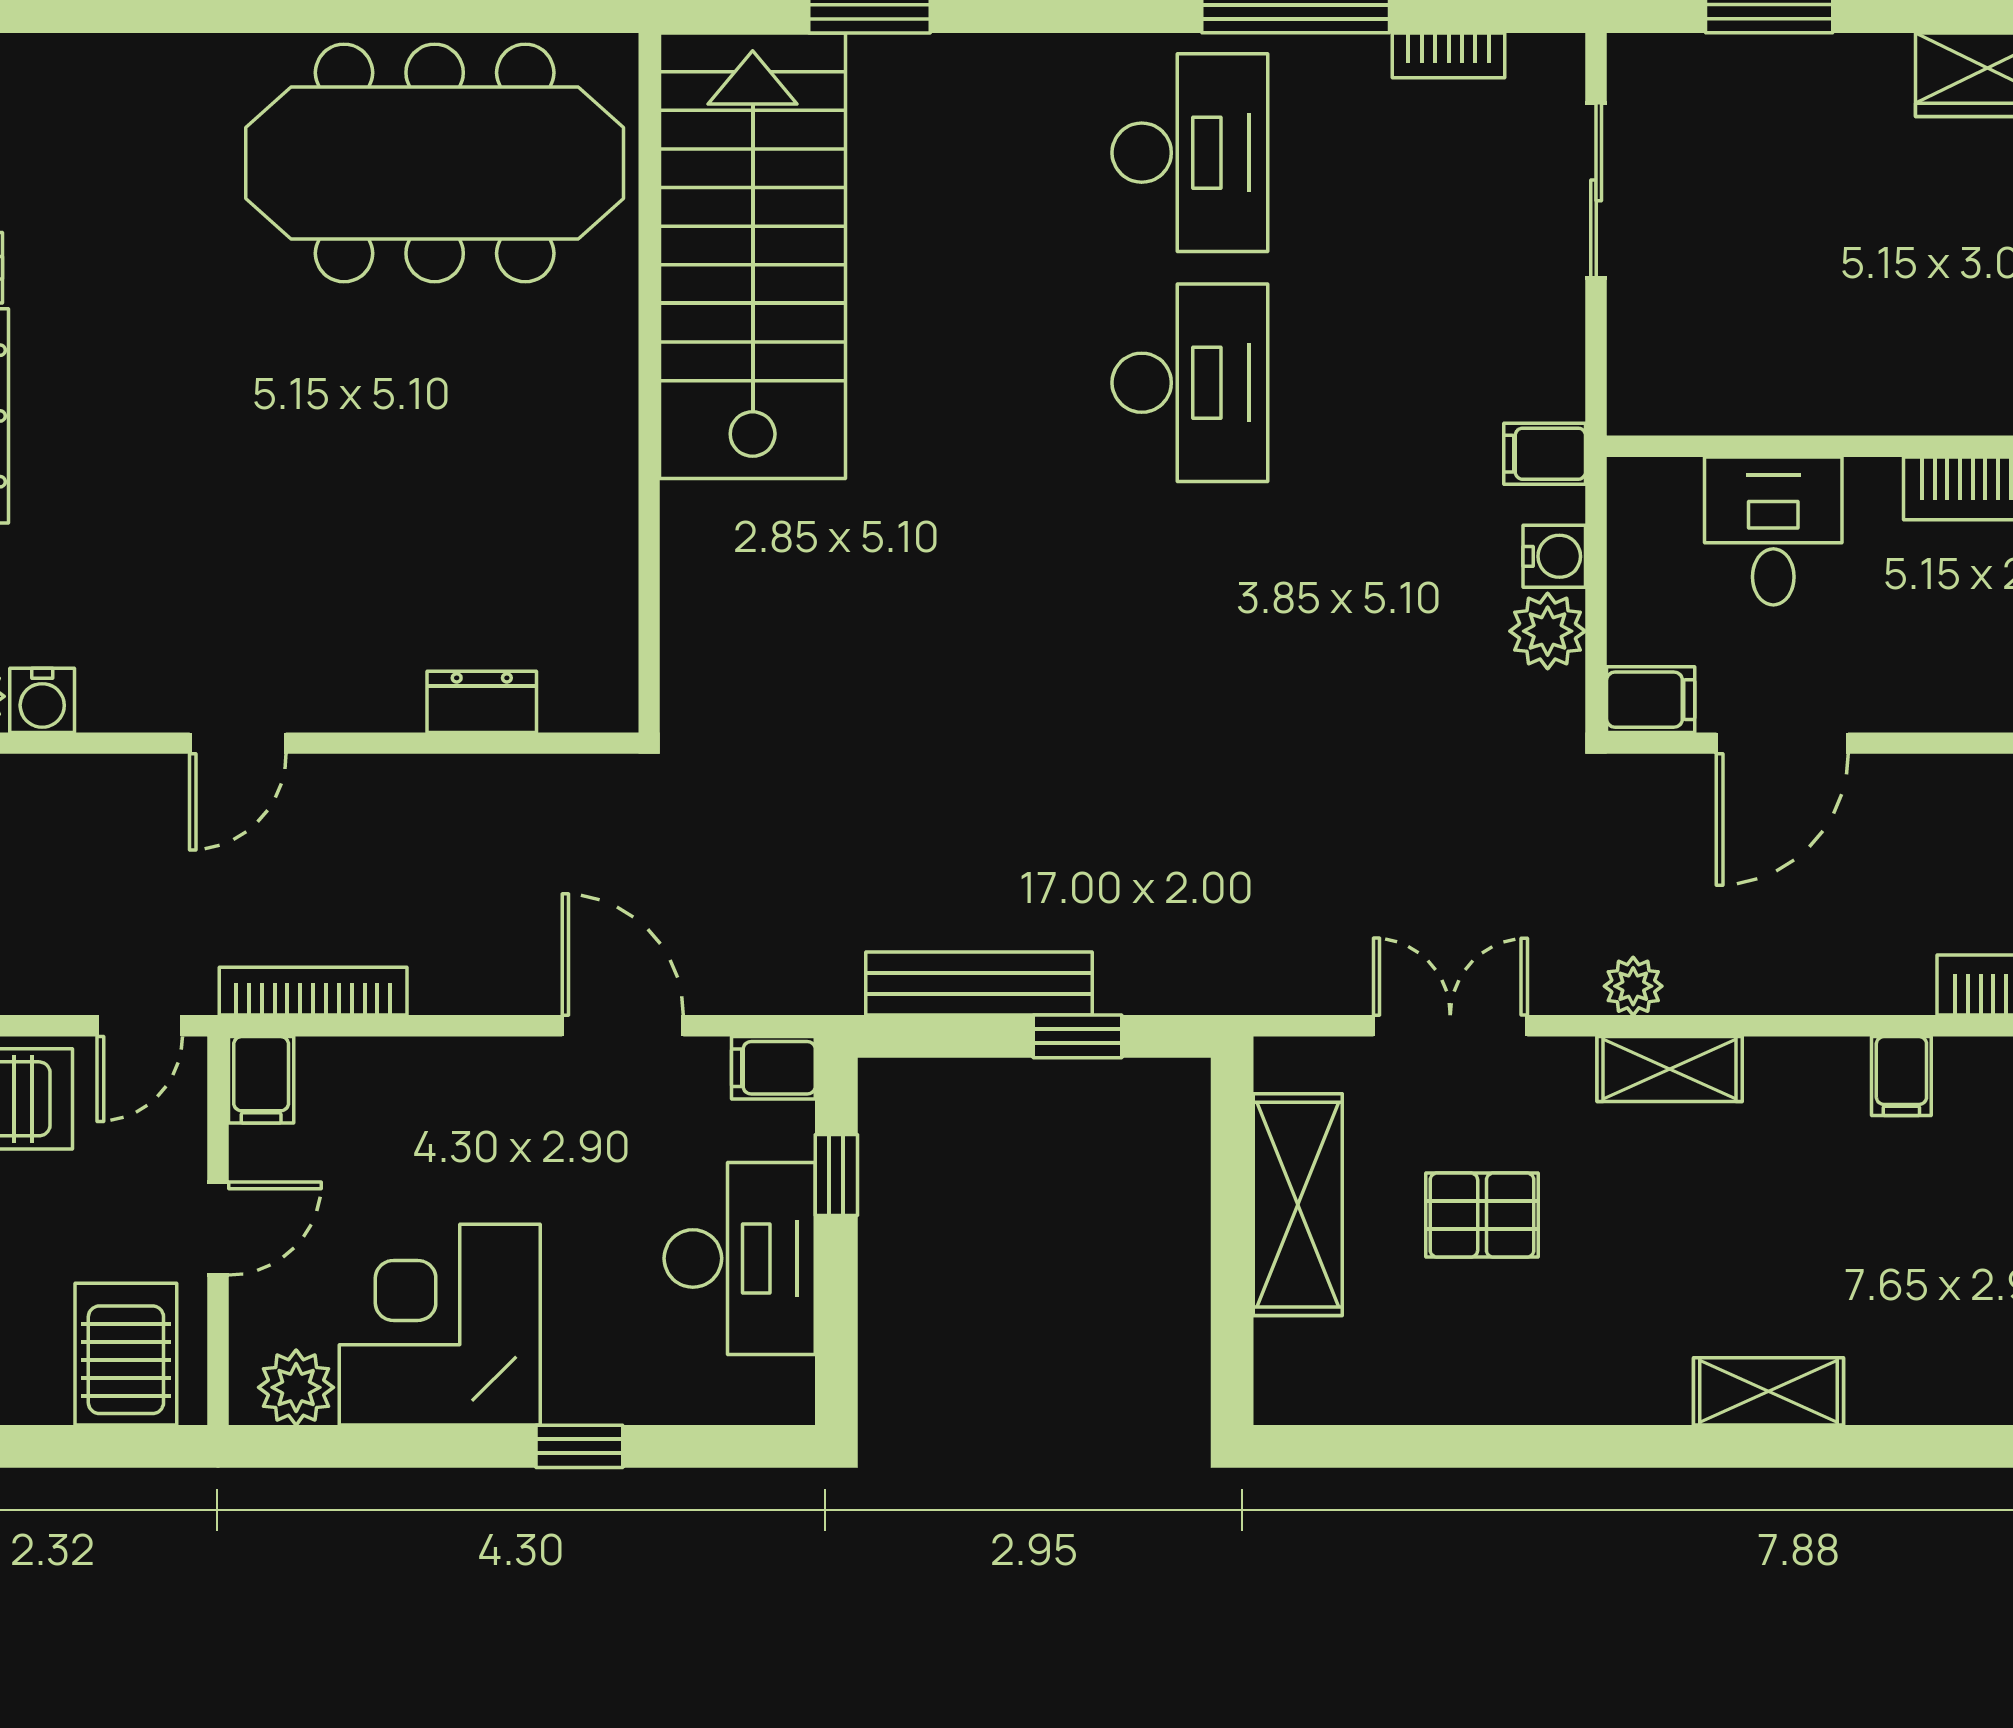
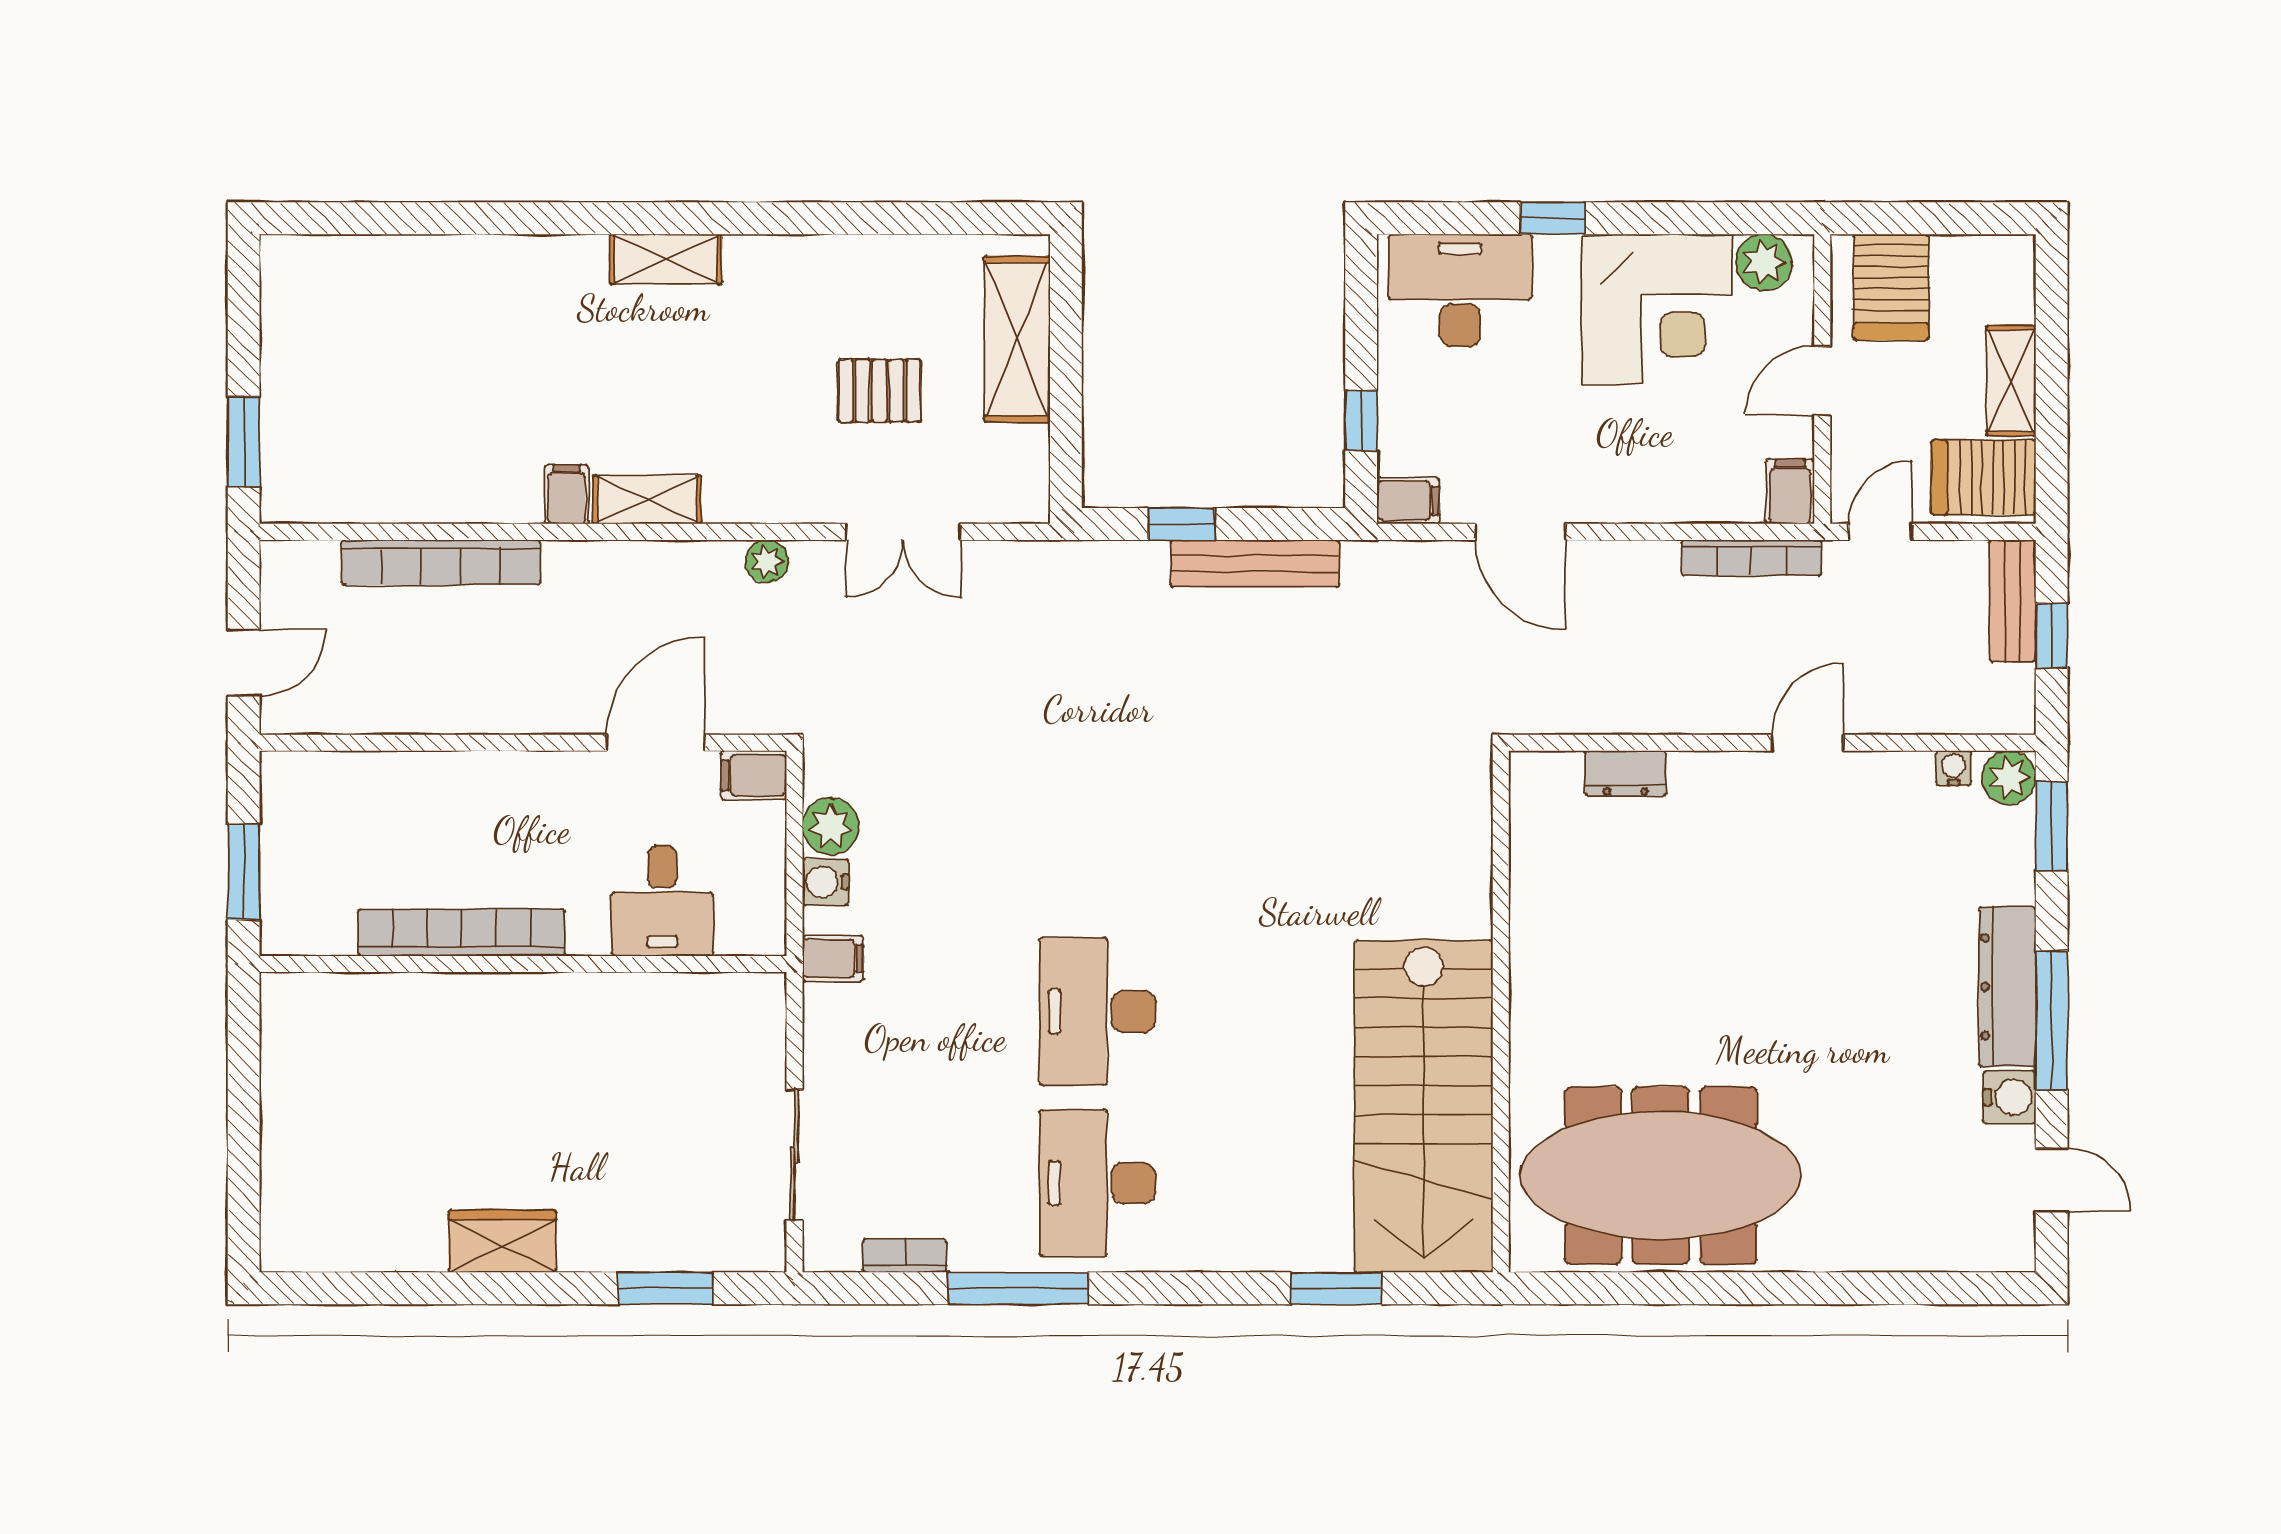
water cooler: (42, 700) -> (1953, 768), width x0.72, depth x0.72
shelving: (1670, 1069) -> (647, 500), moved
shelving: (1298, 1205) -> (1017, 339), moved
desk: (740, 1258) -> (1460, 290), moved, turned 90

